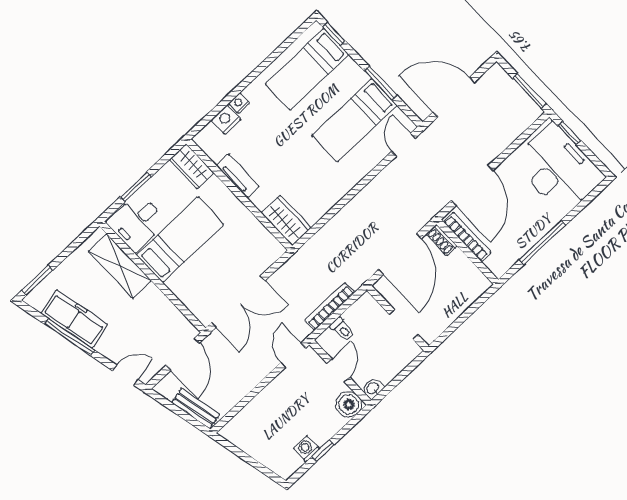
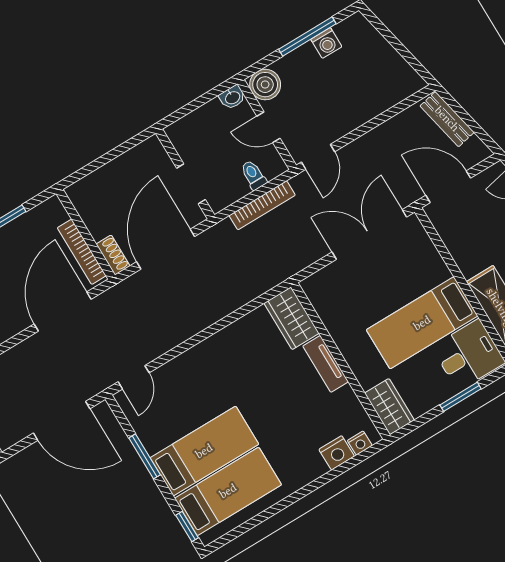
nightstand: (239, 103) -> (360, 443), moved
bed: (354, 120) -> (204, 451), moved
tv unit: (238, 176) -> (326, 364), moved
doorway: (404, 325) -> (191, 184), moved
door: (183, 354) -> (448, 187), hinge flipped
door: (338, 371) -> (268, 127), hinge flipped
window: (323, 451) -> (307, 36), width x2.17

